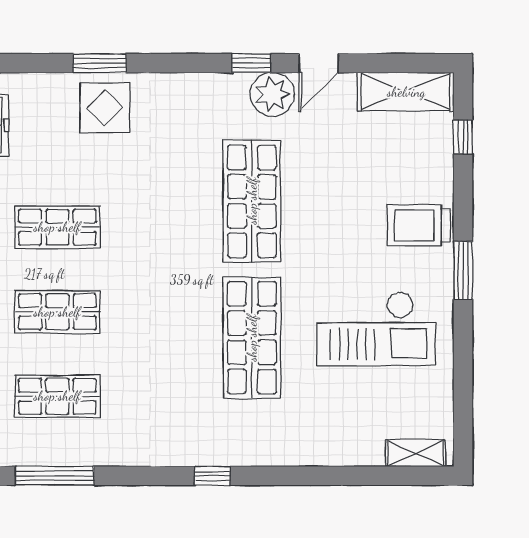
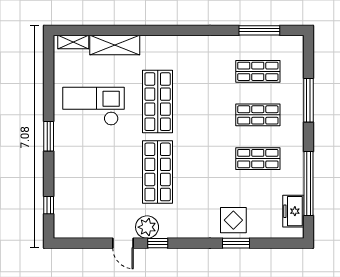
door: (319, 63) -> (123, 243), swing flipped
shelving: (406, 92) -> (115, 45), moved
trolley: (418, 225) -> (72, 160), removed
window: (212, 476) -> (178, 30), removed

